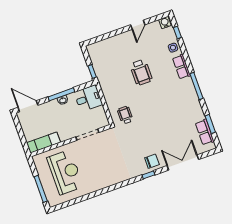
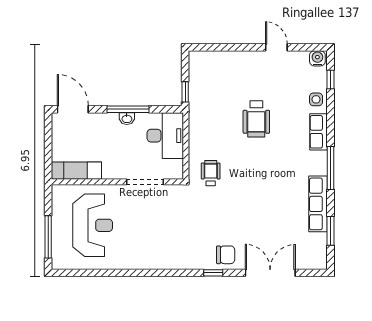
door: (138, 25) -> (276, 47), swing flipped
desk: (88, 98) -> (165, 136), width x1.37
row of seats: (205, 132) -> (318, 204), moved, width x1.48

